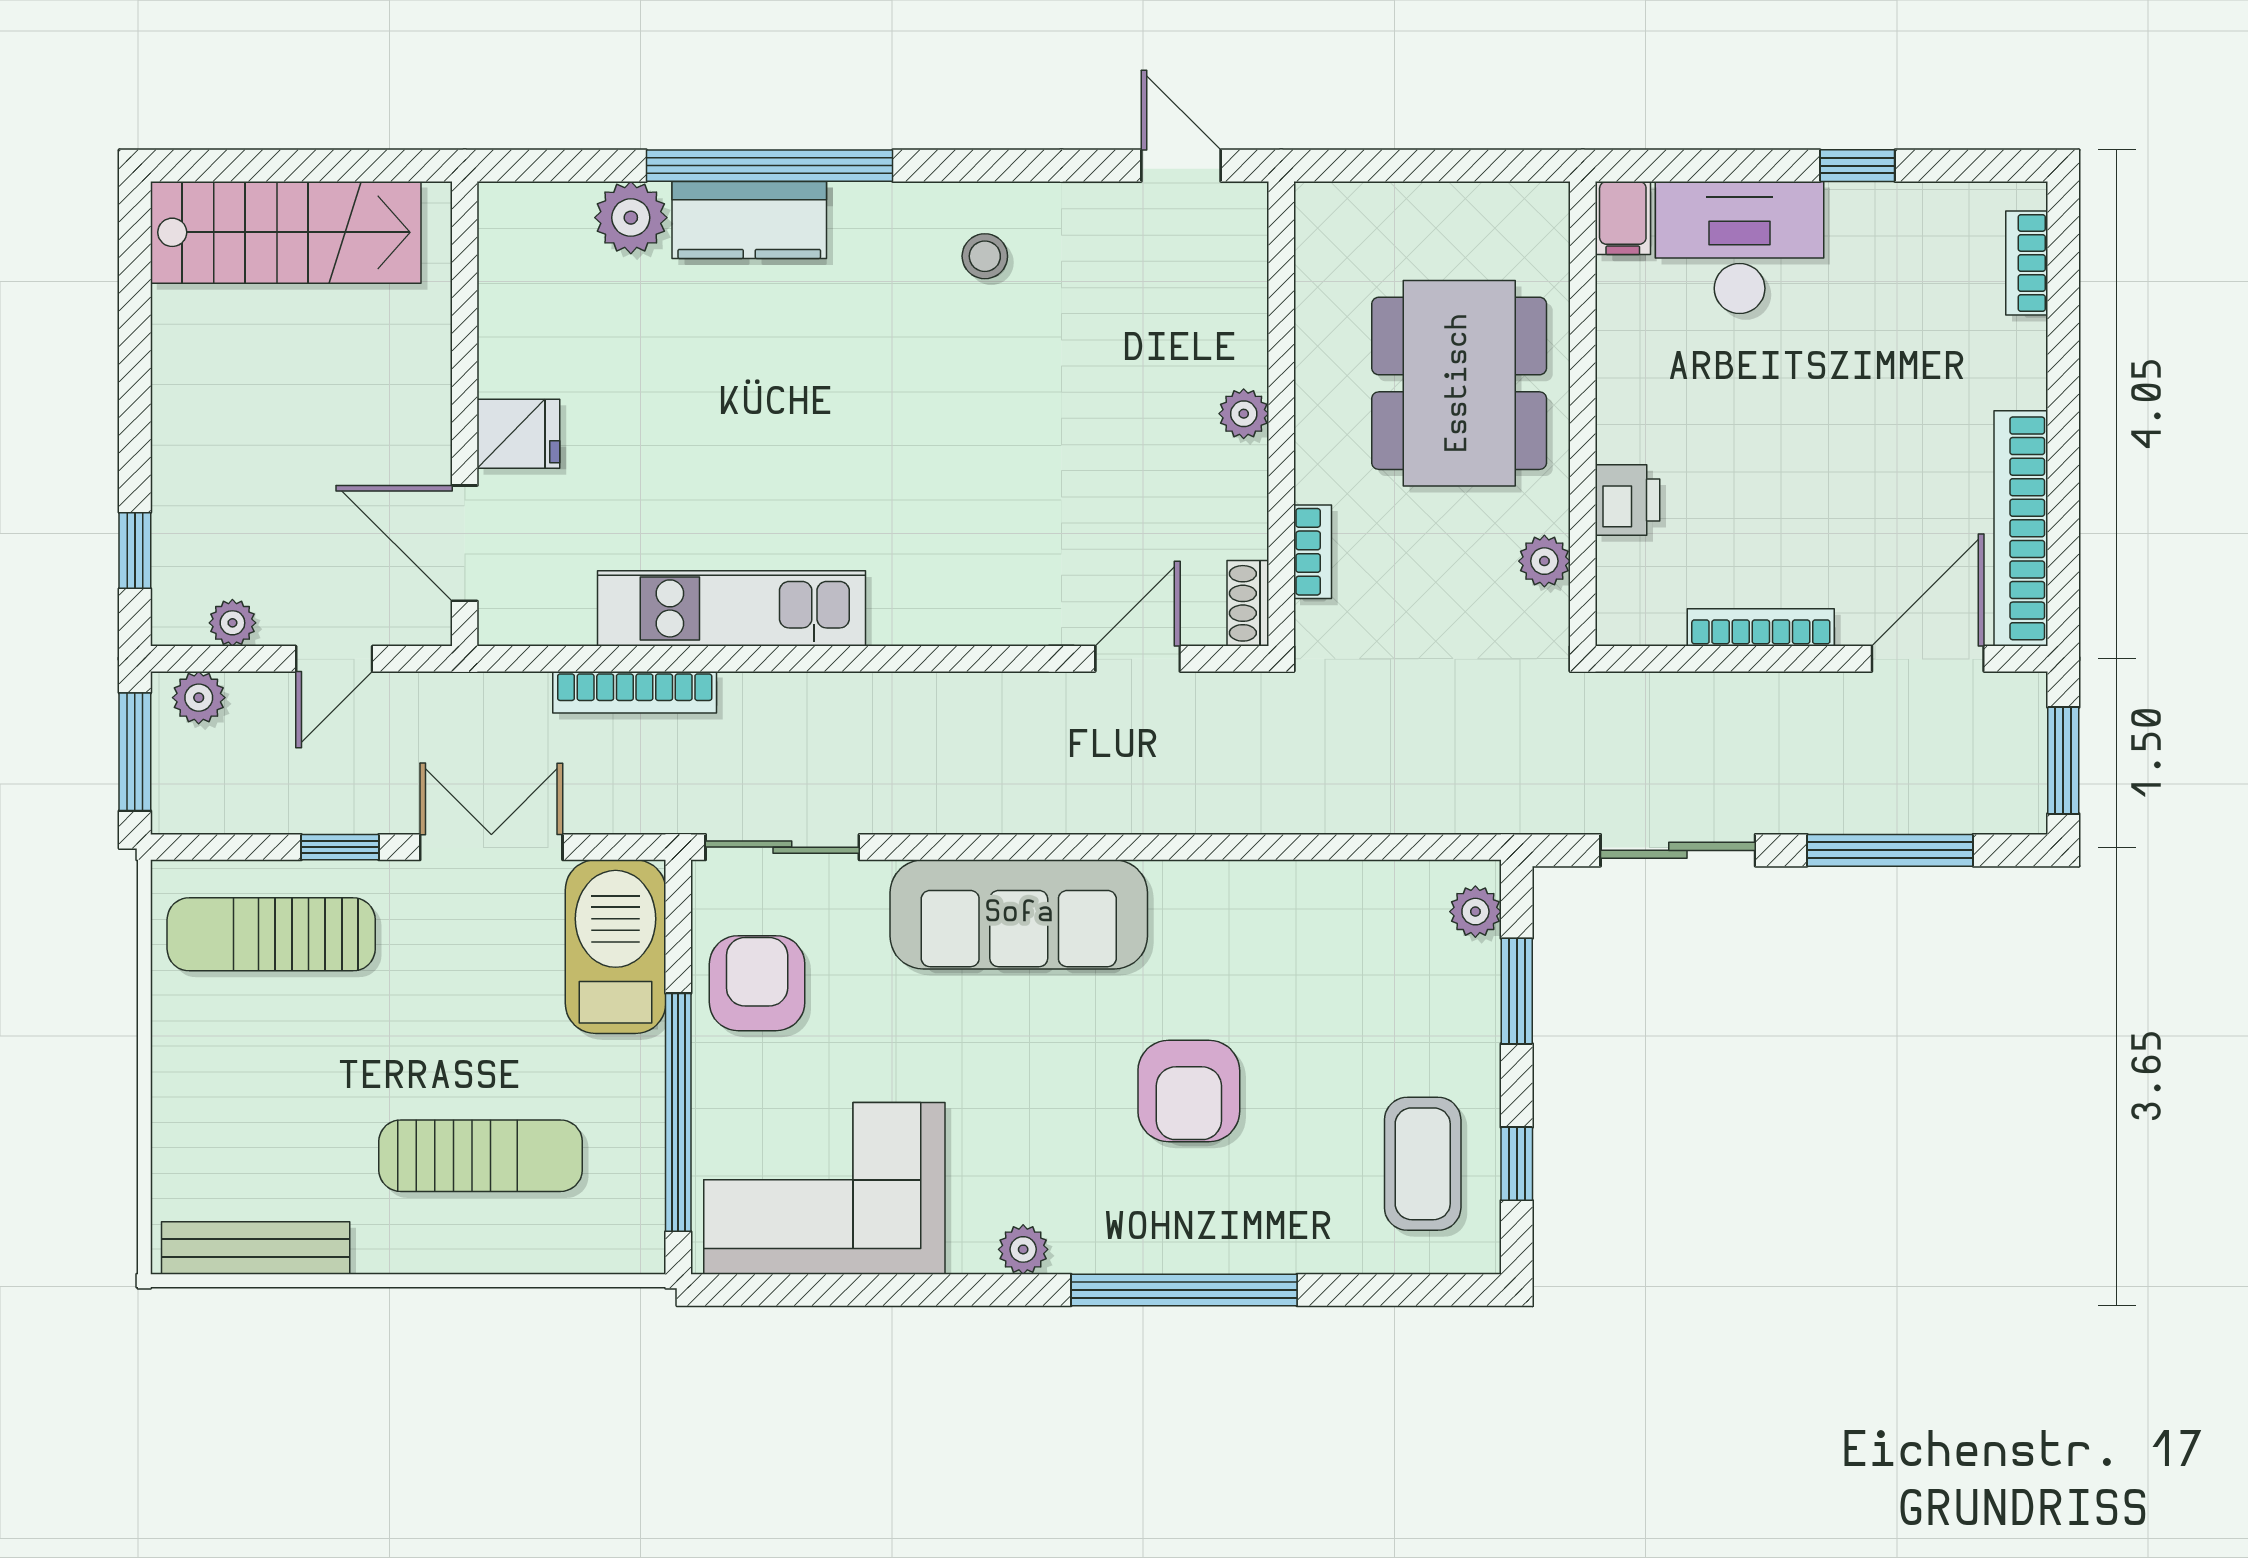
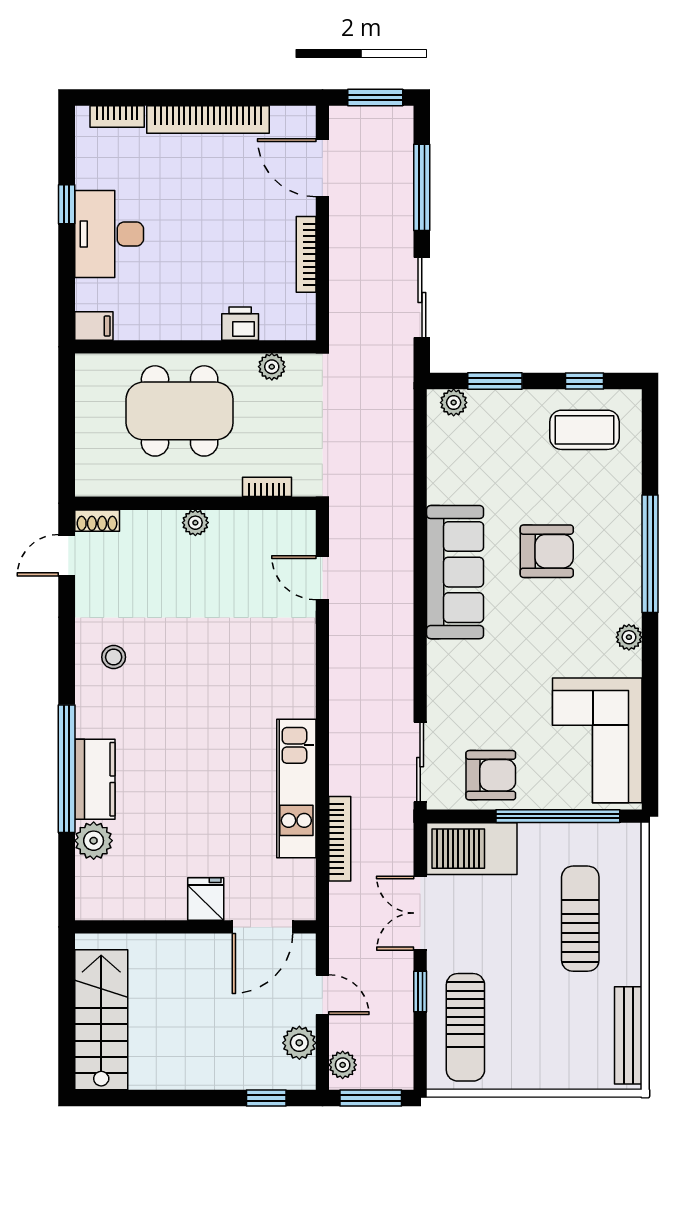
desk: (1740, 247) -> (109, 234), moved
bookcase: (2021, 528) -> (208, 120), moved
shoe rack: (1248, 603) -> (97, 521), moved
plant: (232, 623) -> (299, 1043), width x1.38, depth x1.38
sofa: (1019, 914) -> (455, 572), moved
armchair: (757, 983) -> (491, 775), turned 180

